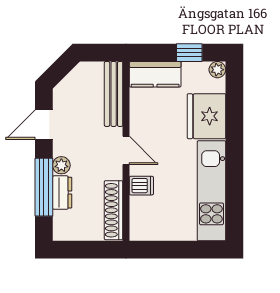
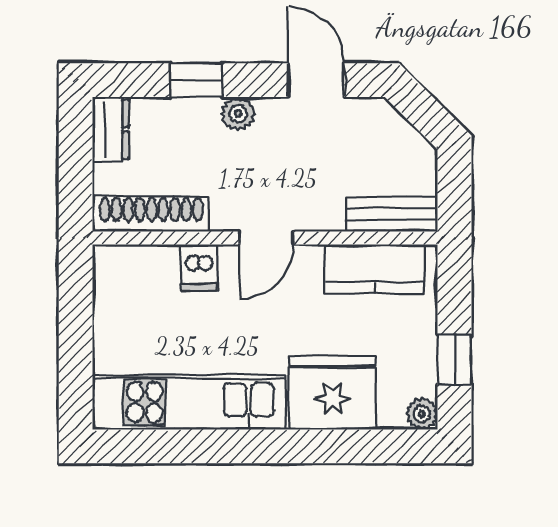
kitchen counter: (155, 74) -> (375, 269), moved, turned -90
bench: (114, 94) -> (392, 214), width x0.73
window: (44, 187) -> (196, 80), width x0.46
dresser: (62, 193) -> (111, 129), moved, turned -90

